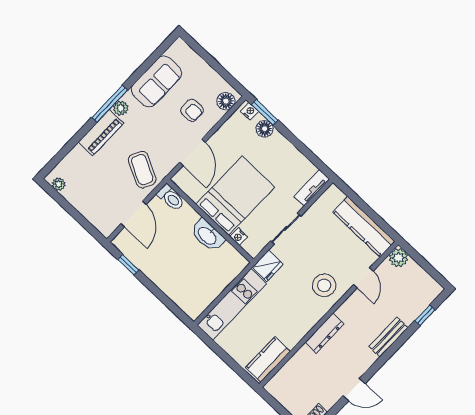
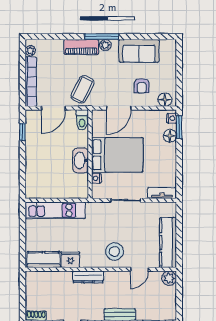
bookcase: (88, 212) -> (31, 82), added
fridge: (268, 266) -> (70, 260), moved, turned 180

